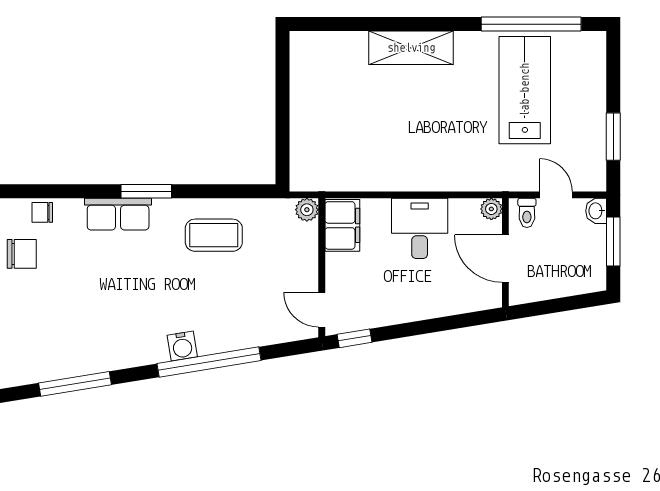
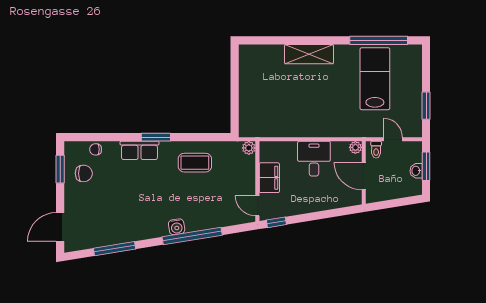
washbasin: (596, 211) -> (416, 171), moved
filing cabinet: (342, 225) -> (269, 178), moved

